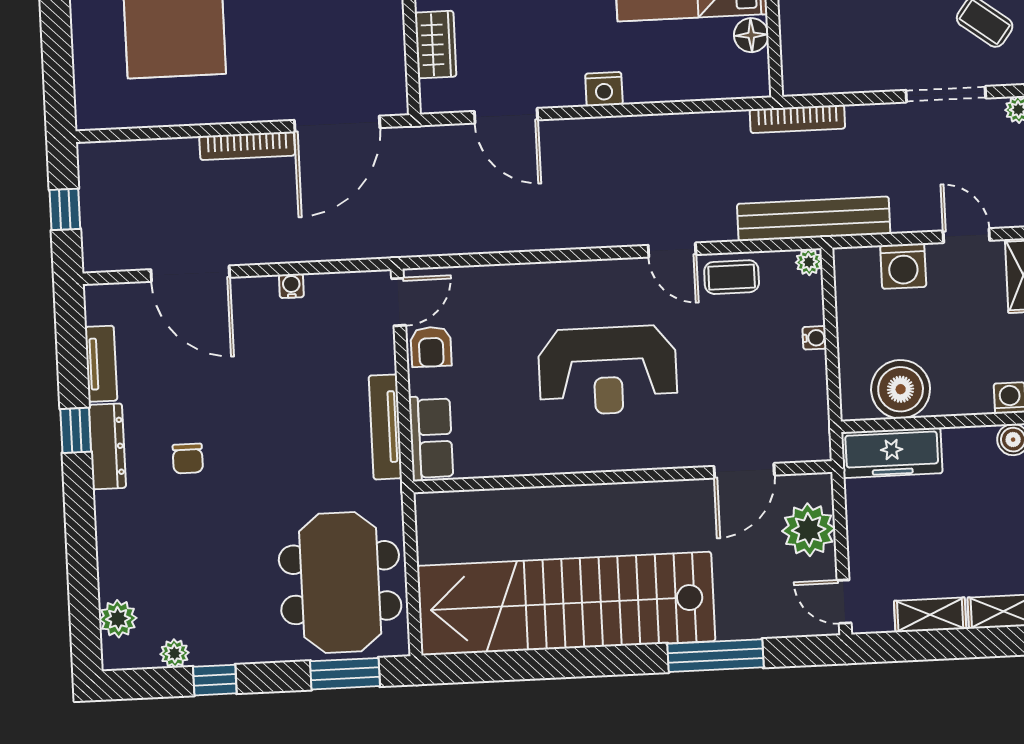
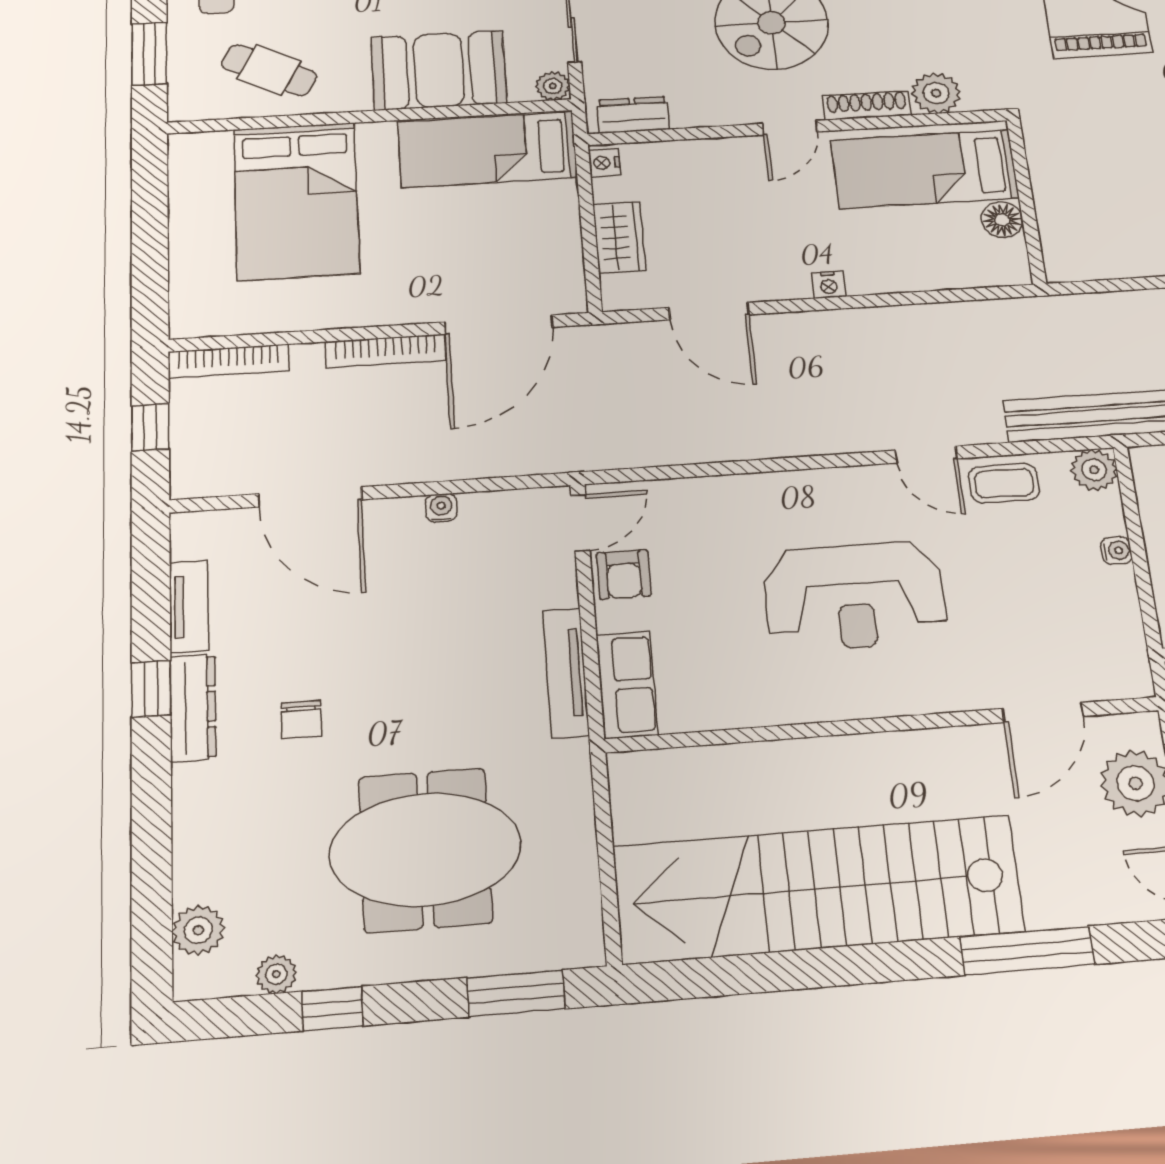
nightstand: (604, 89) -> (829, 285), width x0.72, depth x0.74
bookcase: (797, 119) -> (229, 361), moved
plant: (809, 262) -> (1094, 470), width x1.38, depth x1.38
meeting table: (340, 583) -> (425, 850), moved, turned 90

